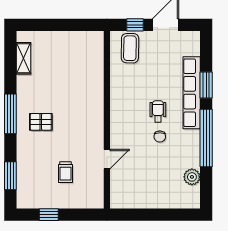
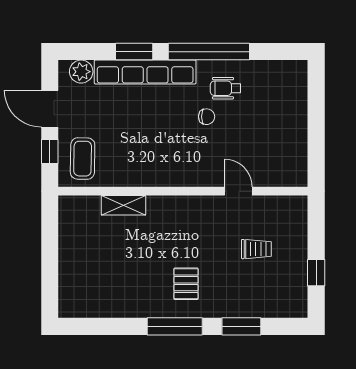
coffee table: (130, 48) -> (83, 159), turned 90
shelving: (24, 58) -> (123, 205), moved
wheelchair: (158, 111) -> (225, 88), moved
window: (10, 176) -> (241, 326), moved
plant: (192, 177) -> (81, 72), moved

